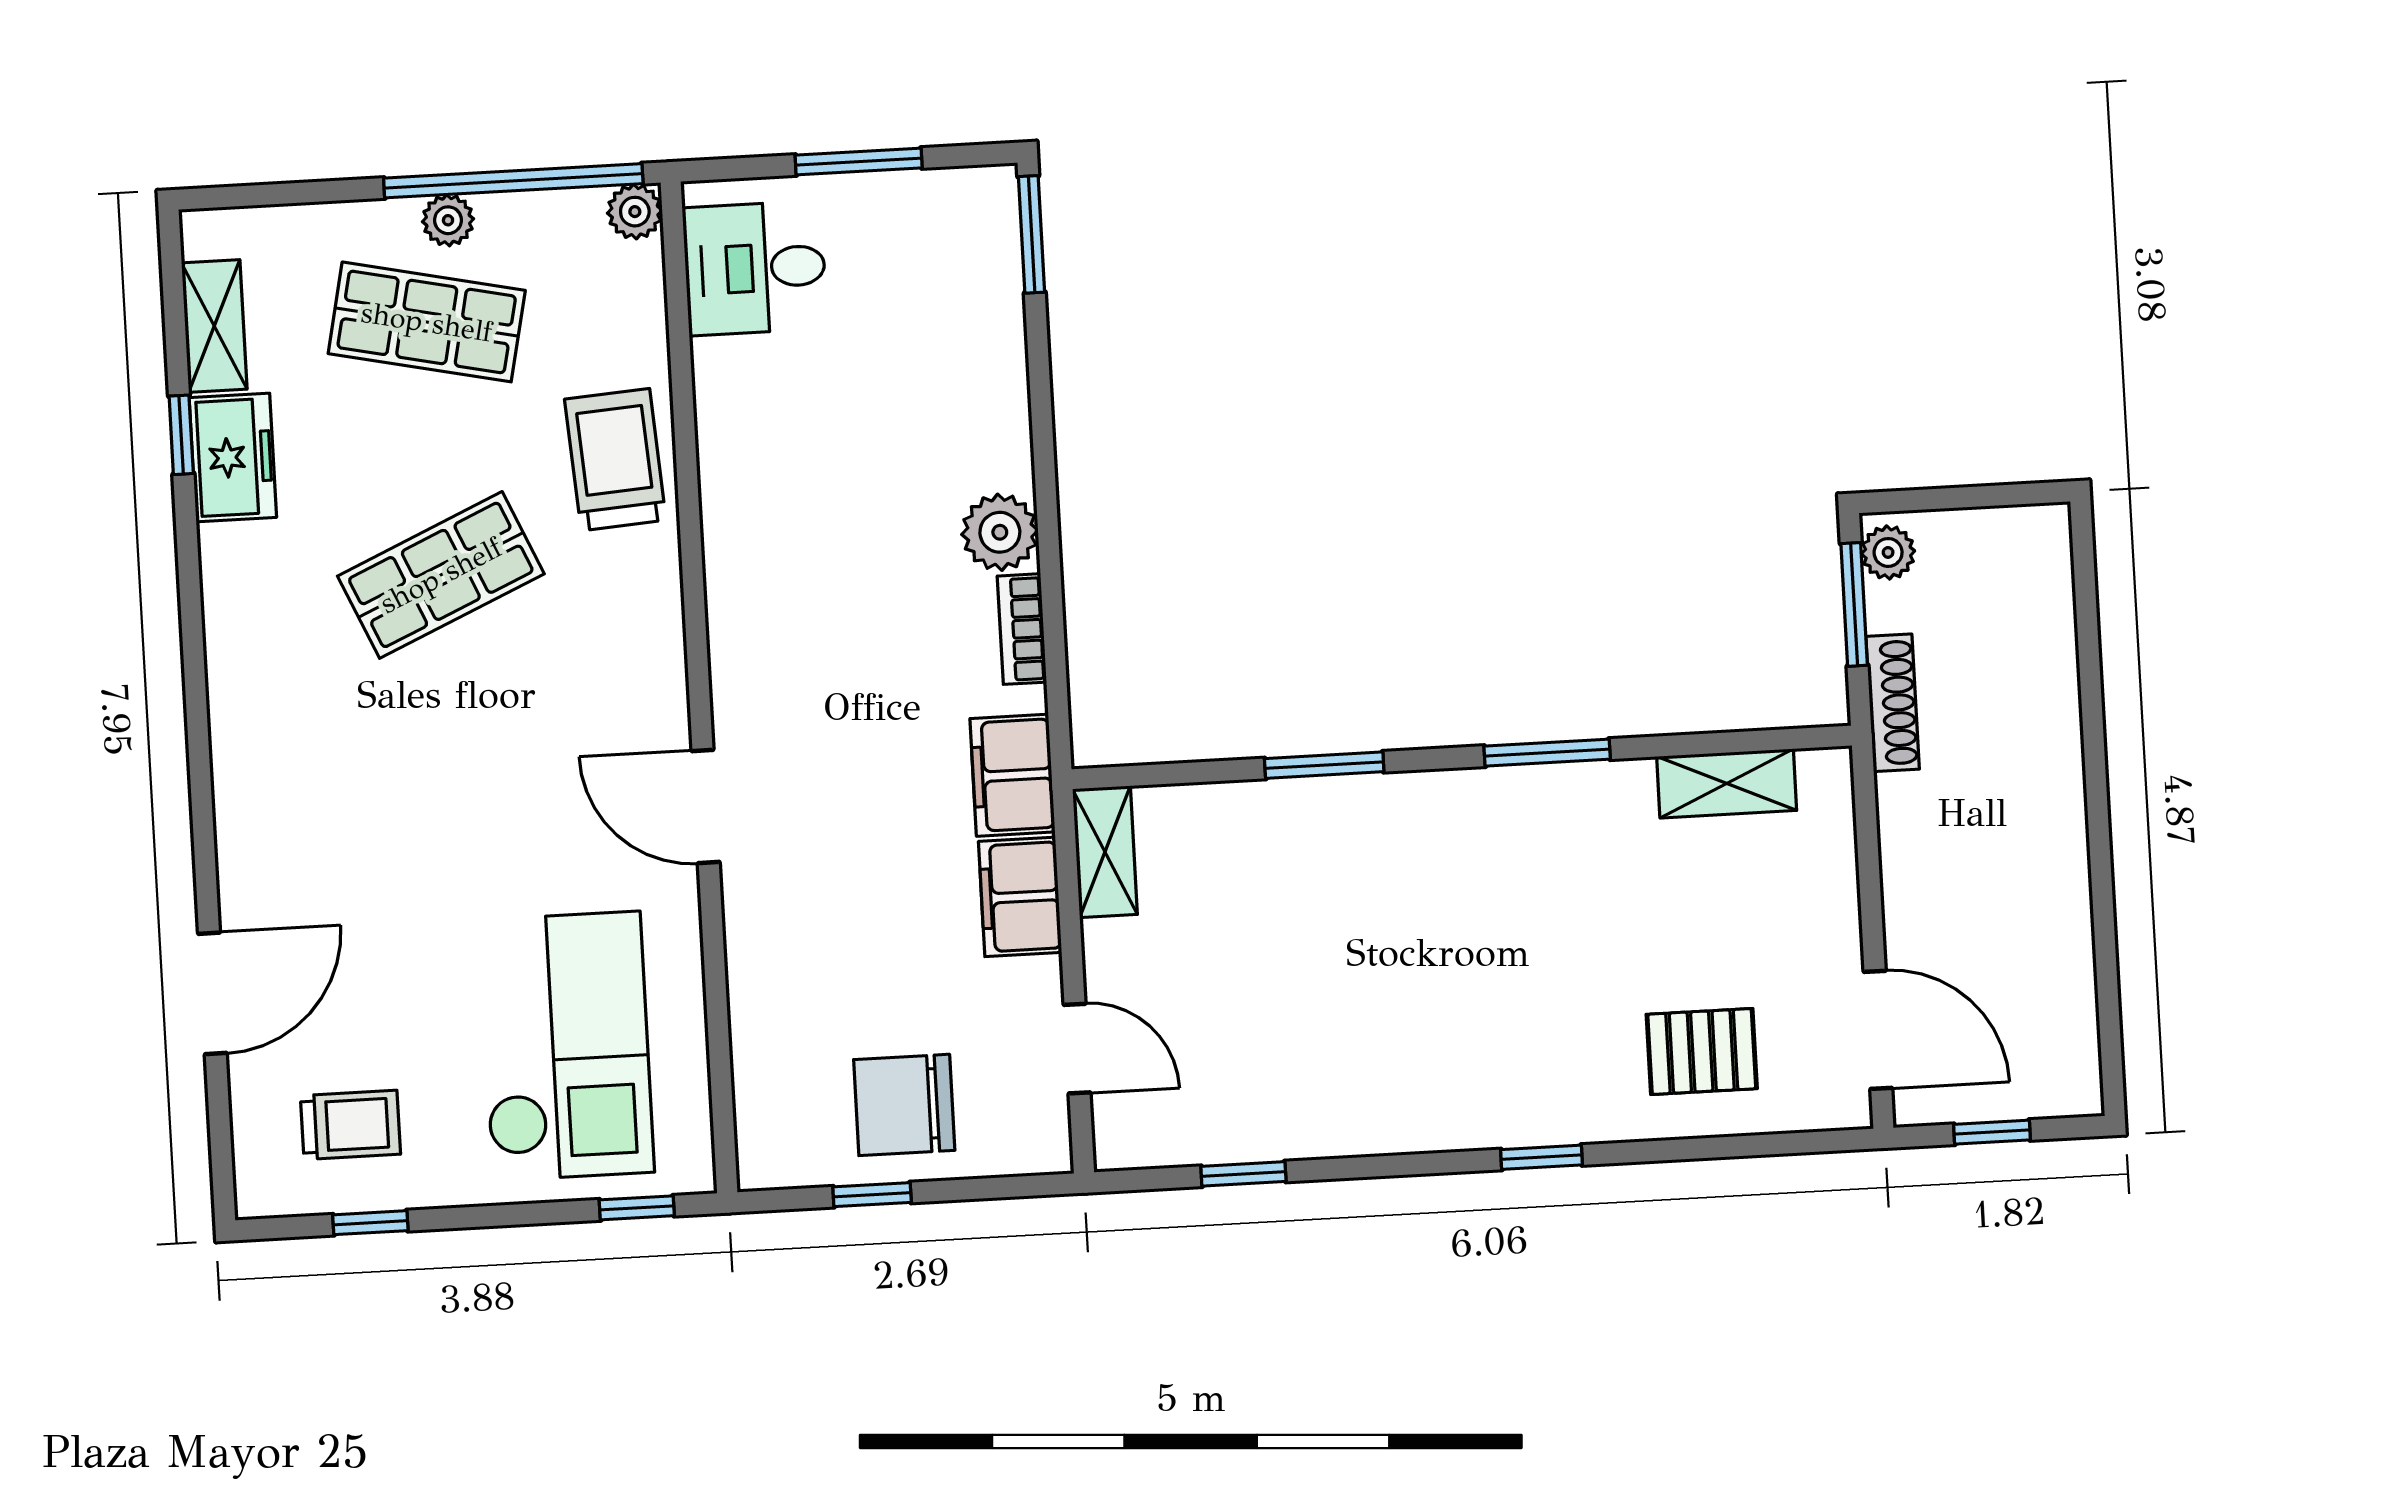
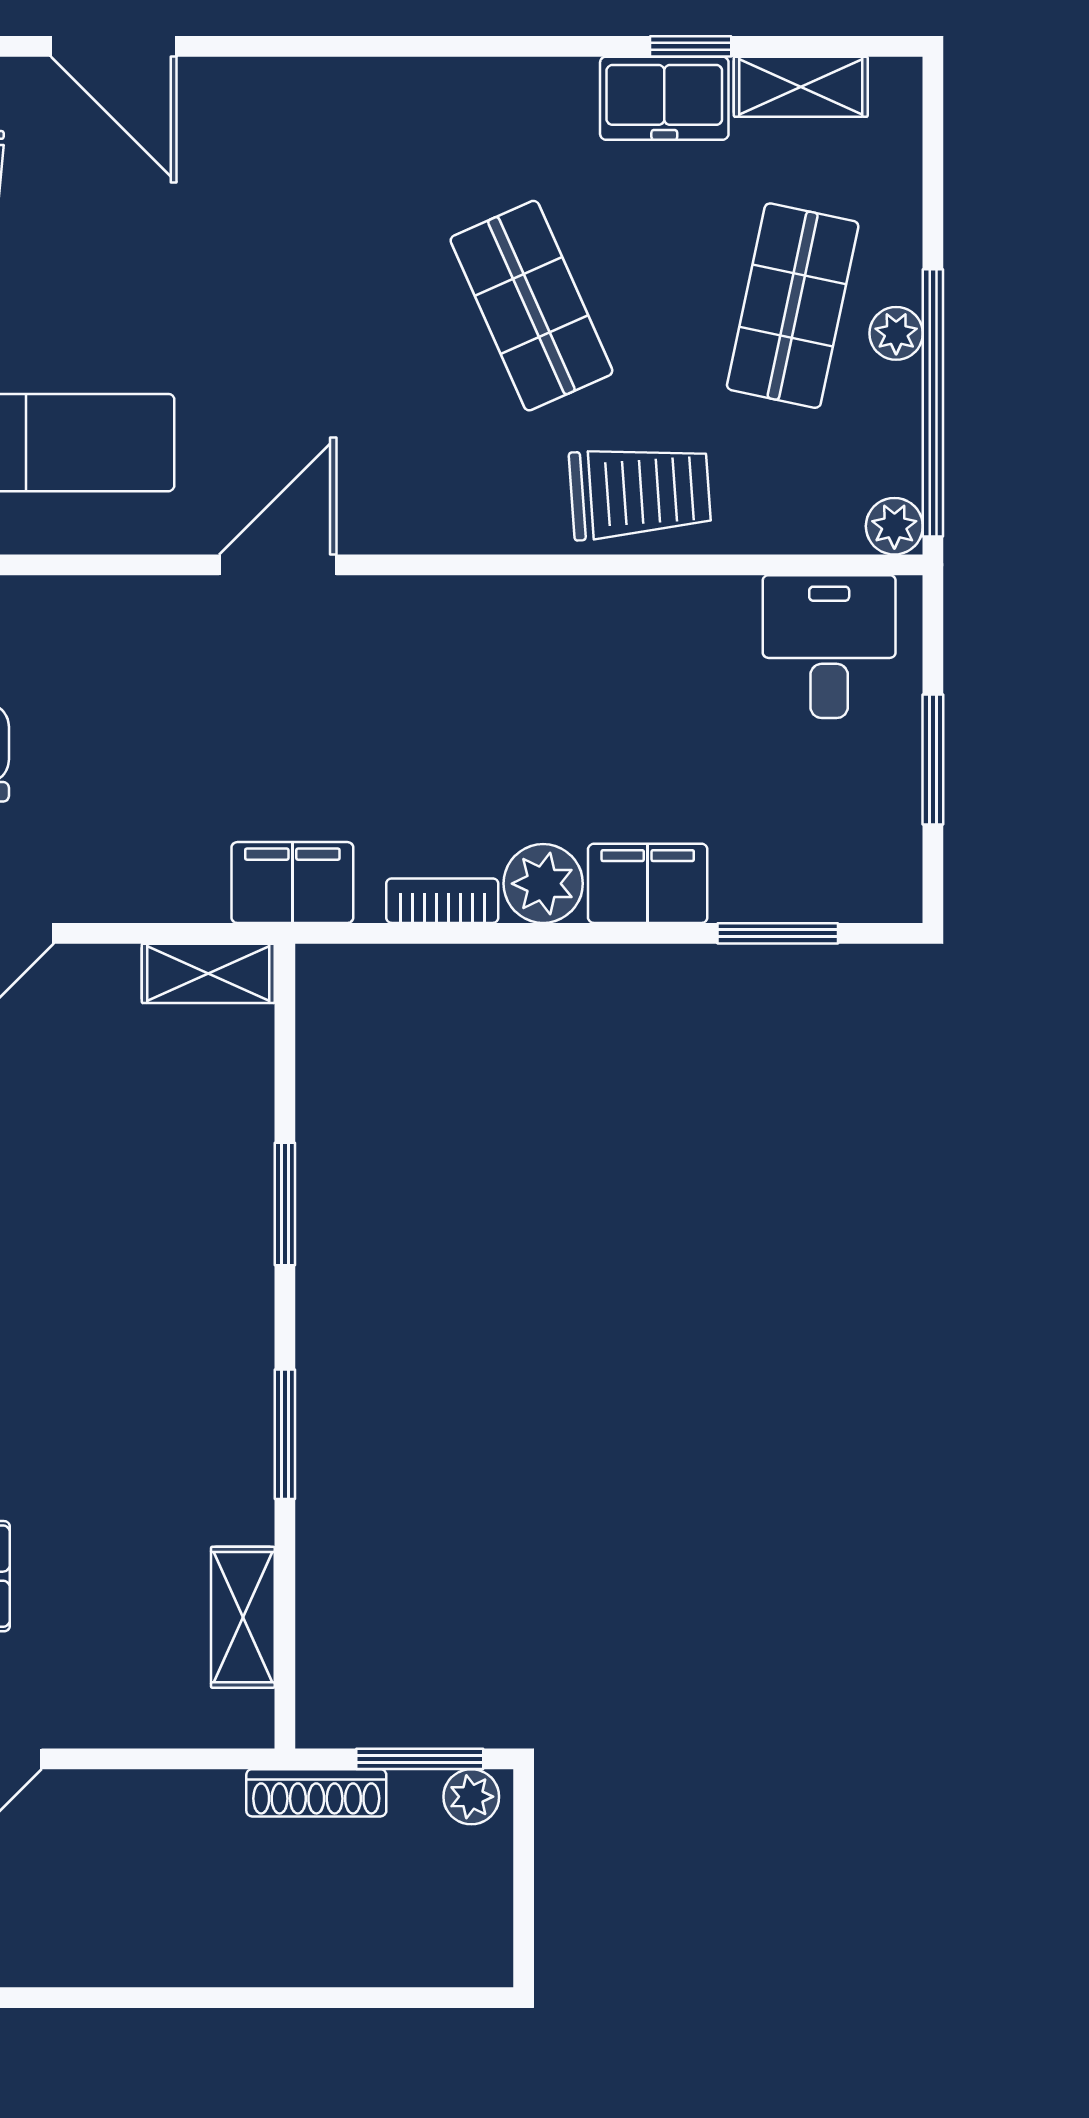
window: (1032, 234) -> (778, 933), moved
filing cabinet: (1020, 897) -> (648, 883), moved

